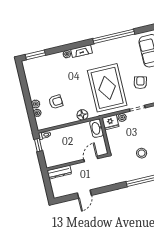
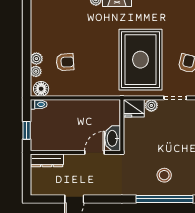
floor lamp: (82, 115) -> (41, 89), moved
washbasin: (97, 128) -> (113, 138), moved
window: (38, 145) -> (27, 130), moved
stool: (142, 153) -> (164, 175), moved

